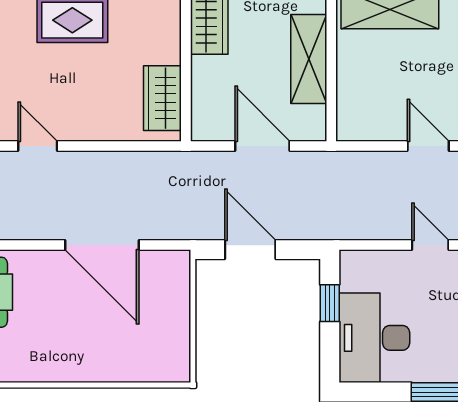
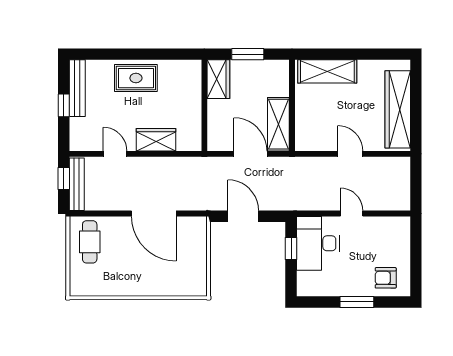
shelving: (309, 59) -> (278, 124), moved
wardrobe: (162, 98) -> (156, 140), moved, turned 90
desk: (374, 338) -> (318, 243), moved

